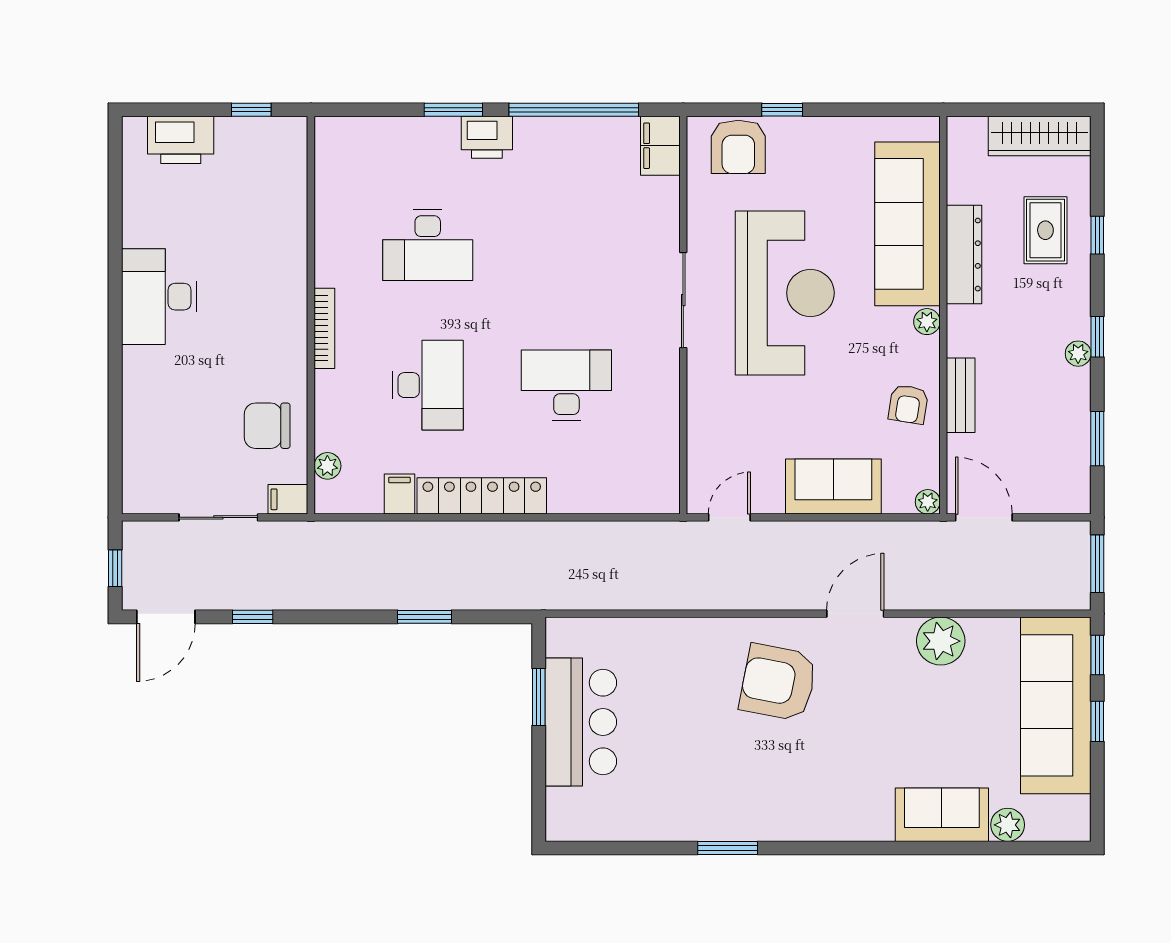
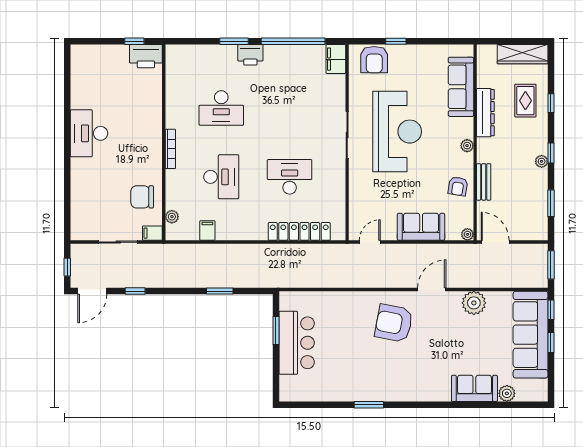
printer: (181, 140) -> (146, 56), moved
sofa: (907, 224) -> (461, 87), width x0.74, depth x0.79
locker: (482, 496) -> (299, 231), moved

